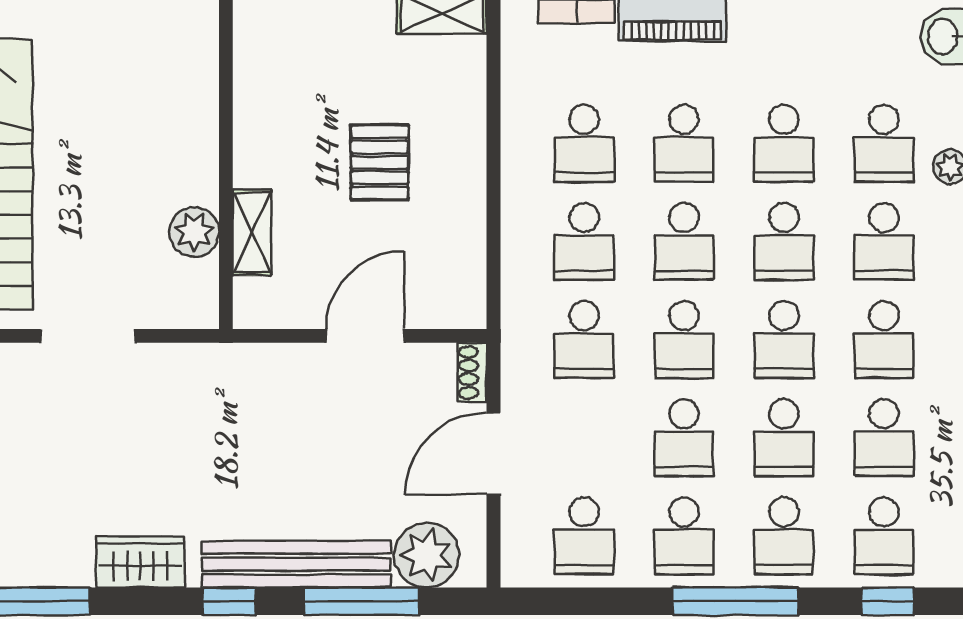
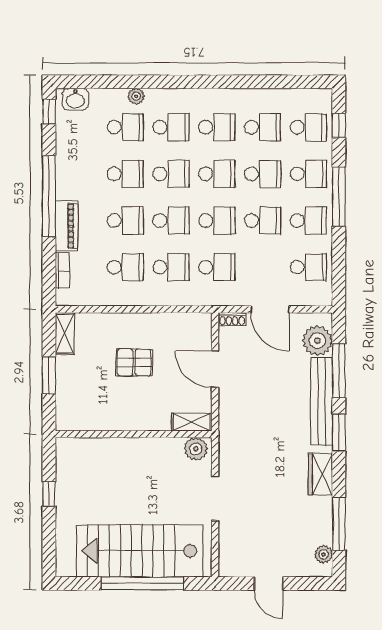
plant: (194, 232) -> (196, 449), moved
shelving: (252, 232) -> (192, 422), moved
window: (229, 601) -> (339, 433), width x1.50

